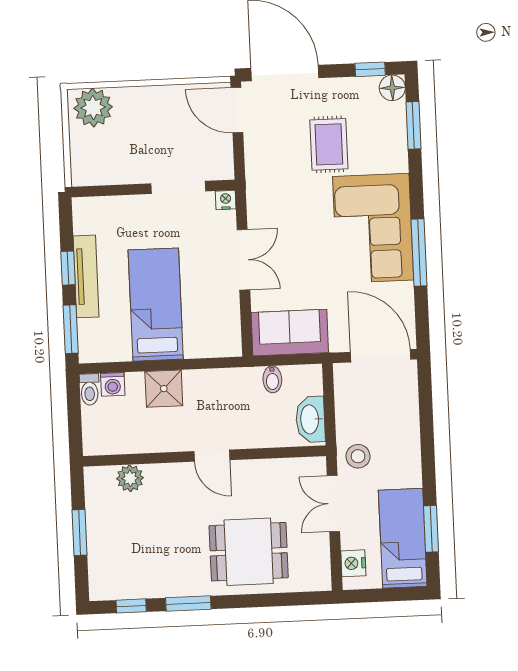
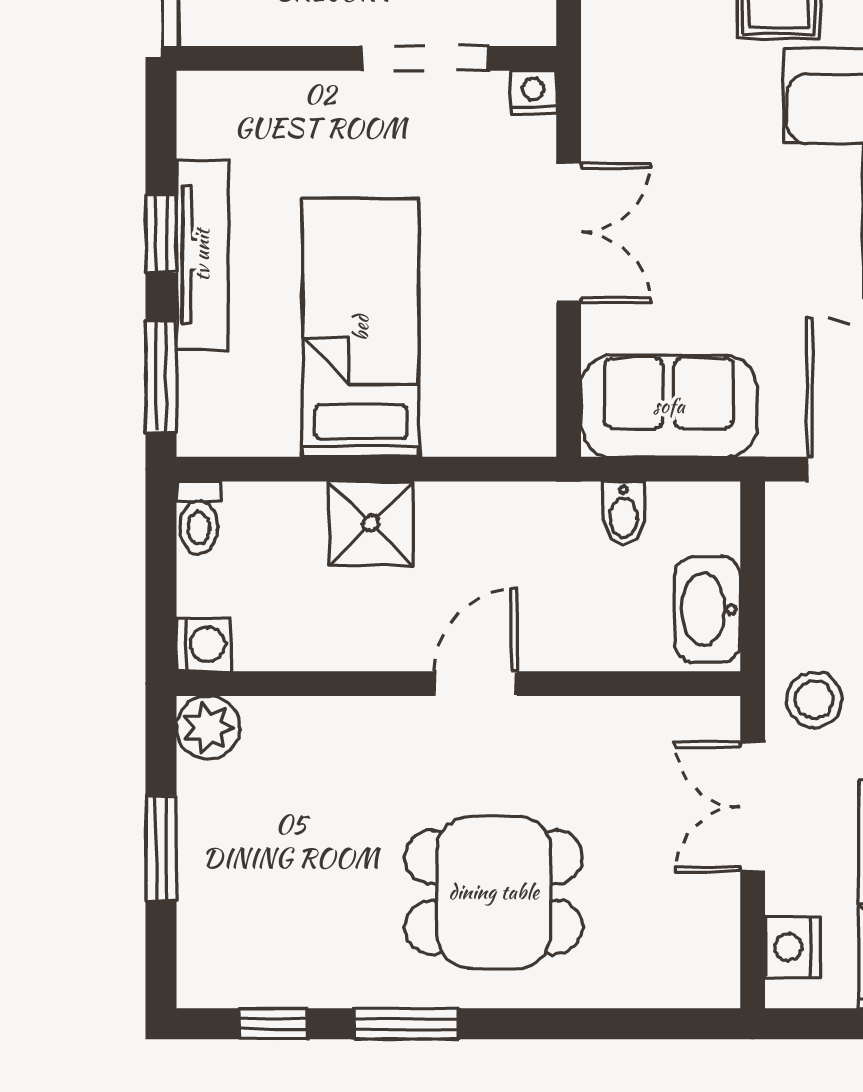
washing machine: (113, 384) -> (203, 644), moved, turned -90
door: (212, 456) -> (476, 684), swing flipped
plant: (130, 478) -> (208, 728), moved
dining table: (249, 552) -> (494, 892), moved

